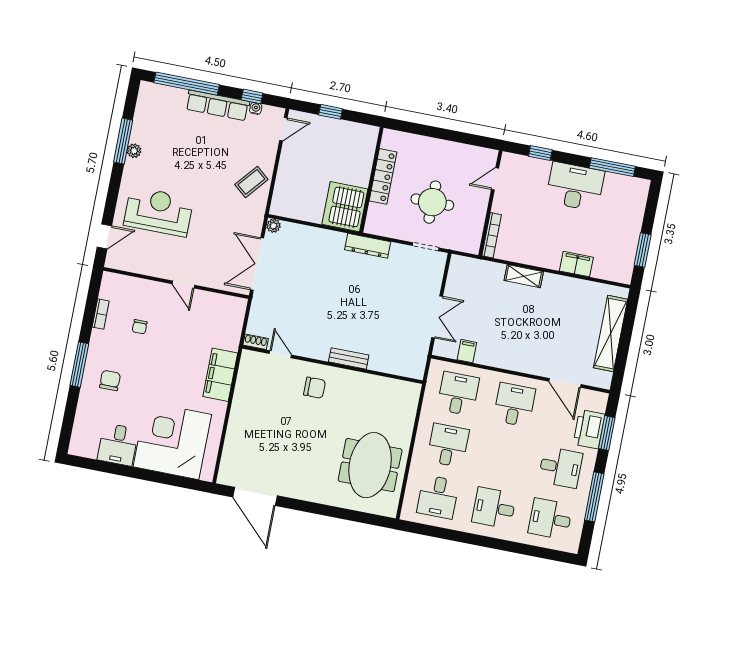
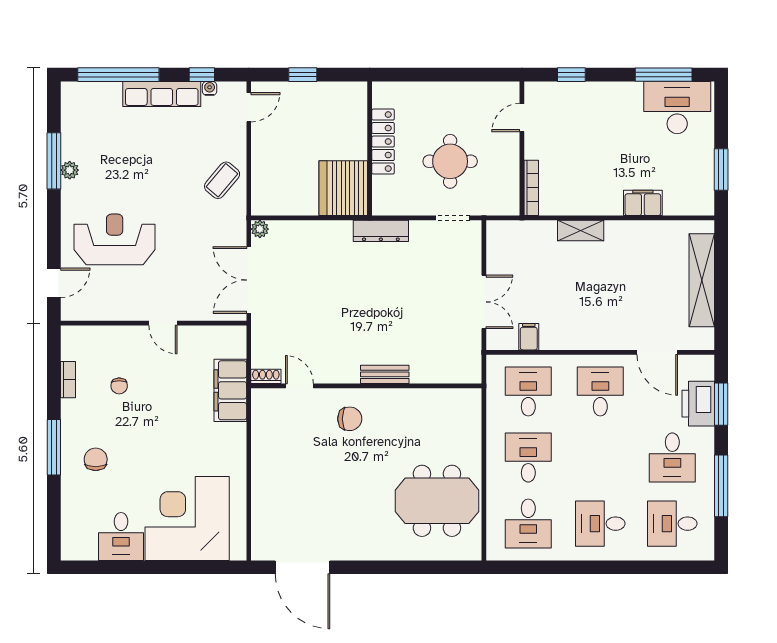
desk: (575, 187) -> (677, 108), moved
filing cabinet: (220, 375) -> (230, 390), moved
meeting table: (370, 465) -> (437, 501), turned 90
desk: (560, 467) -> (672, 458), turned 90

